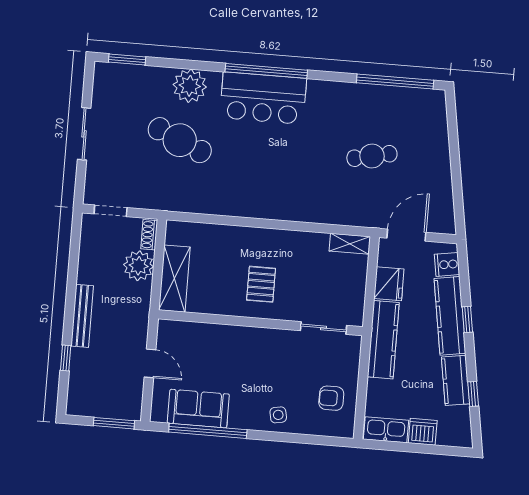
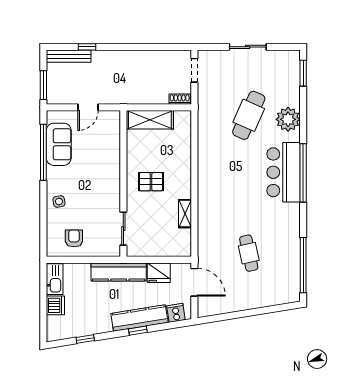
shelving: (350, 244) -> (185, 214), moved
plant: (139, 266) -> (157, 93), removed
bench: (82, 316) -> (69, 56), moved
kitchen counter: (456, 380) -> (94, 326), removed

